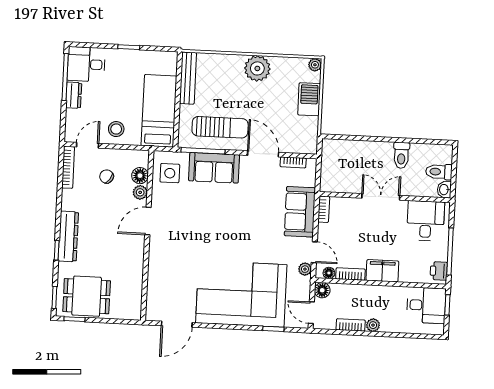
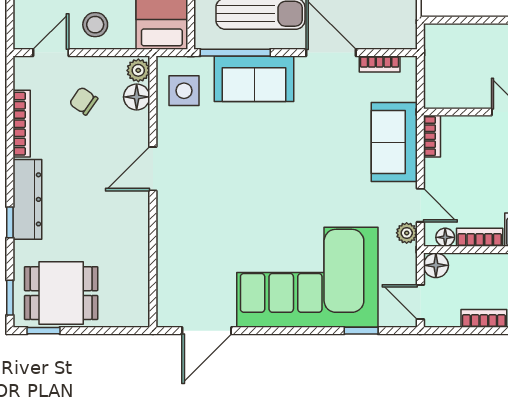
bookcase: (68, 167) -> (22, 124), moved
plant: (140, 192) -> (138, 70), moved

